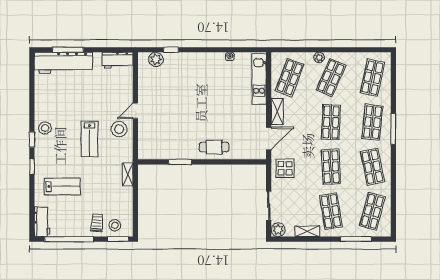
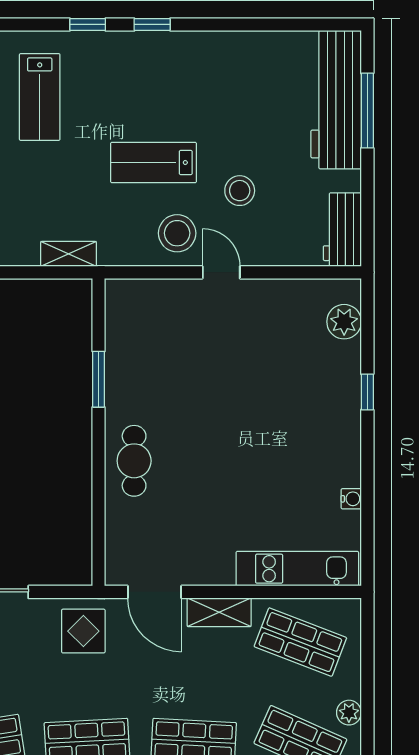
window: (171, 50) -> (367, 392), moved
stool: (45, 128) -> (240, 191), moved

